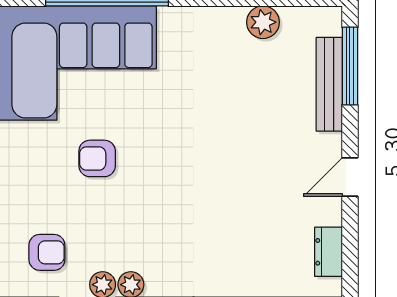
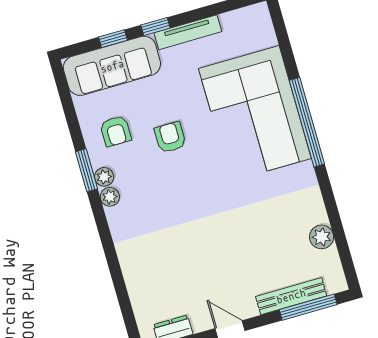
armchair: (97, 158) -> (170, 137), moved

